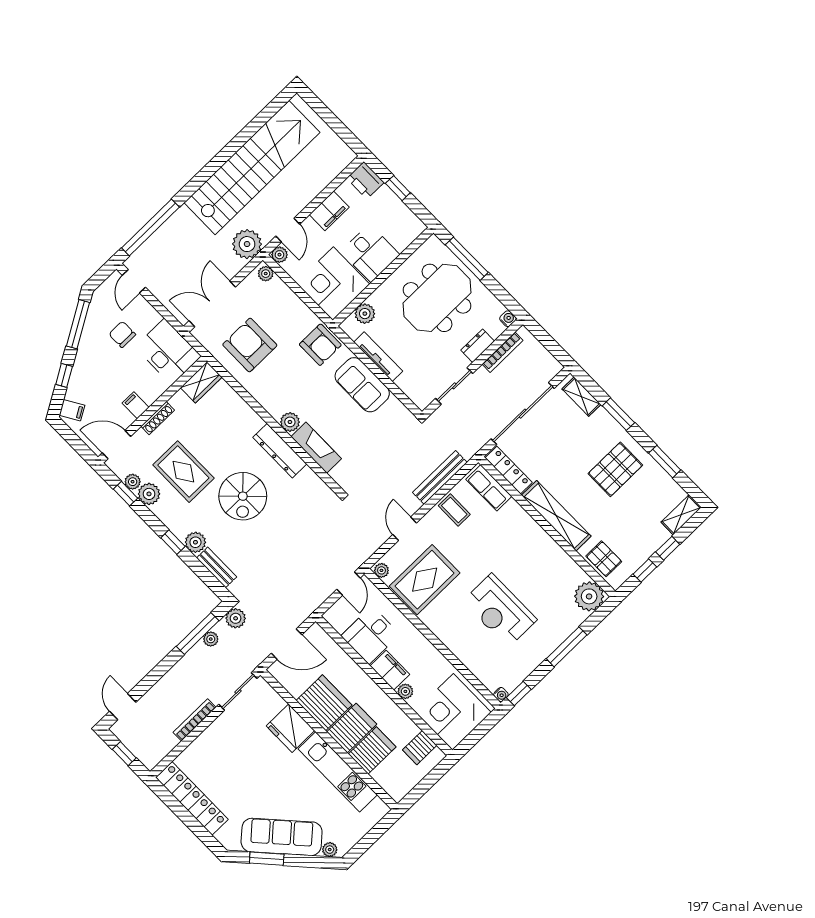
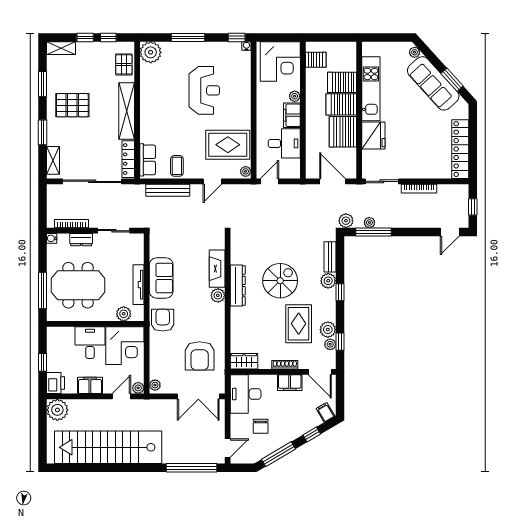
plant: (247, 244) -> (57, 410), moved
filing cabinet: (136, 405) -> (290, 383), width x2.00

